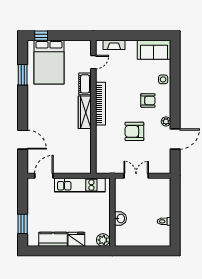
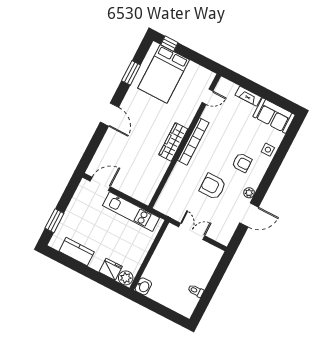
fireplace: (114, 45) -> (248, 96), moved
cot: (85, 84) -> (188, 114), removed
door: (23, 140) -> (109, 115), moved
washbasin: (120, 218) -> (143, 286), moved
fridge: (76, 239) -> (111, 269), moved

